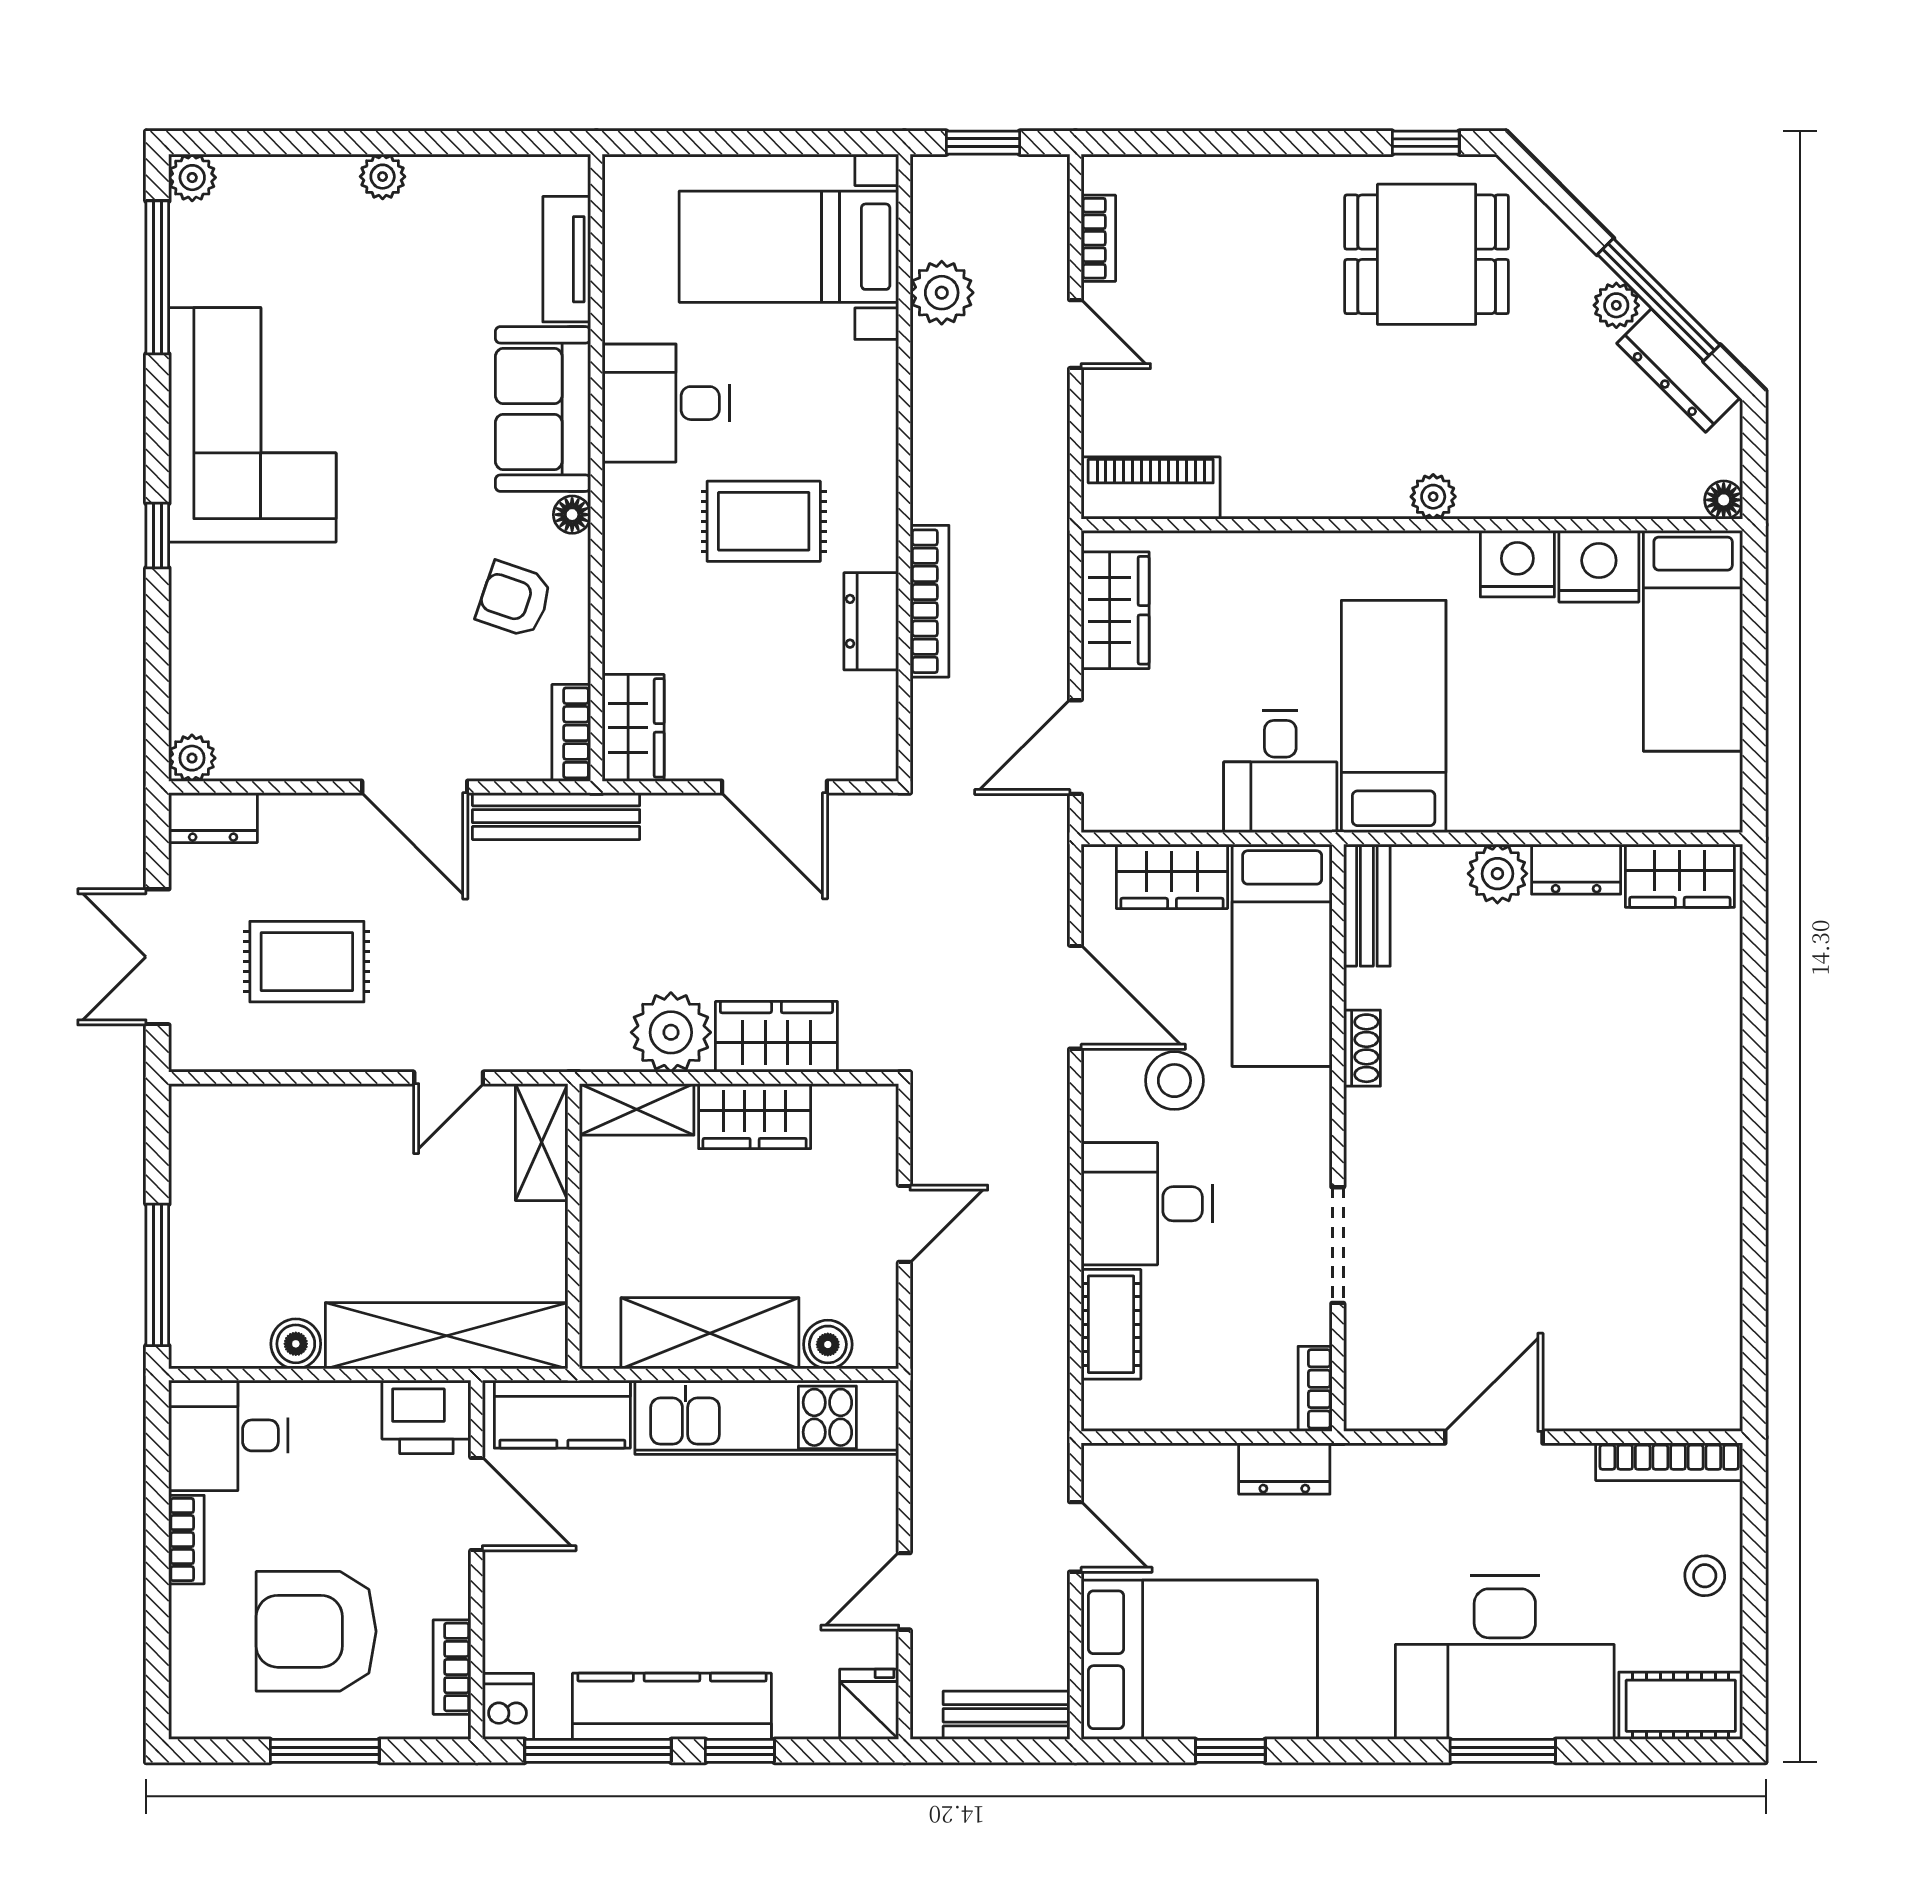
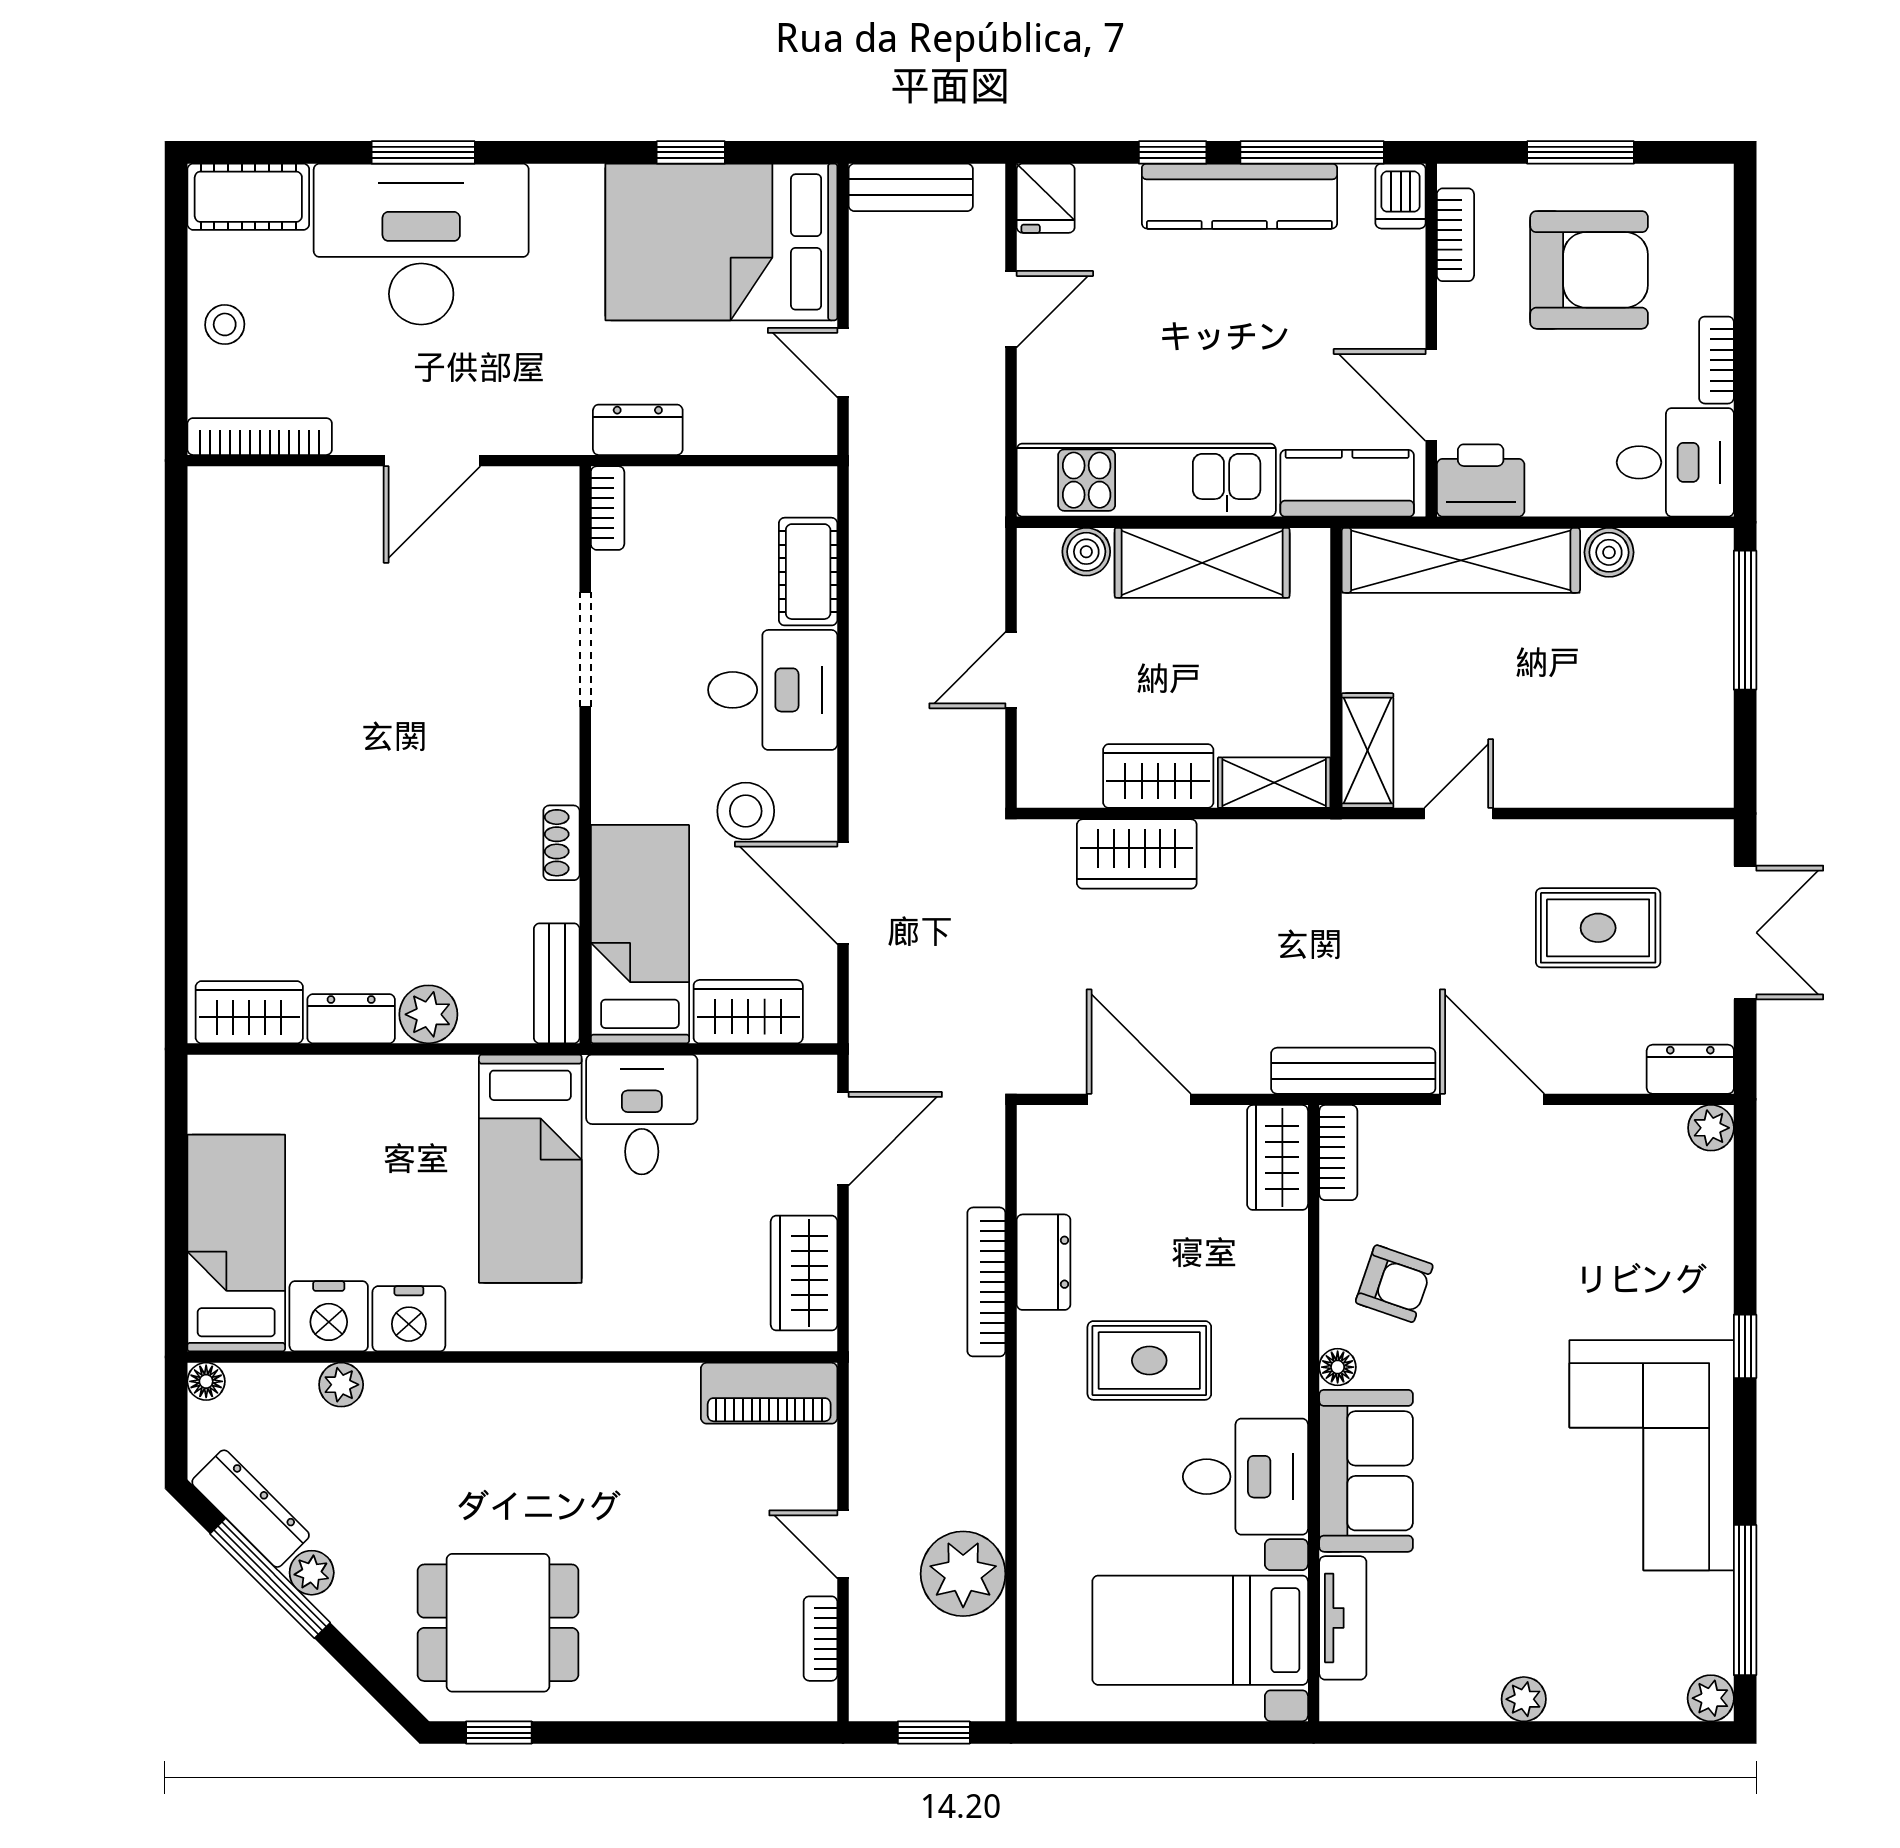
bed with nightstands: (789, 247) -> (1200, 1630), moved, turned 180
plant: (942, 293) -> (963, 1574), width x1.36, depth x1.36
plant: (1433, 497) -> (341, 1385), moved
plant: (671, 1032) -> (1240, 858), removed

